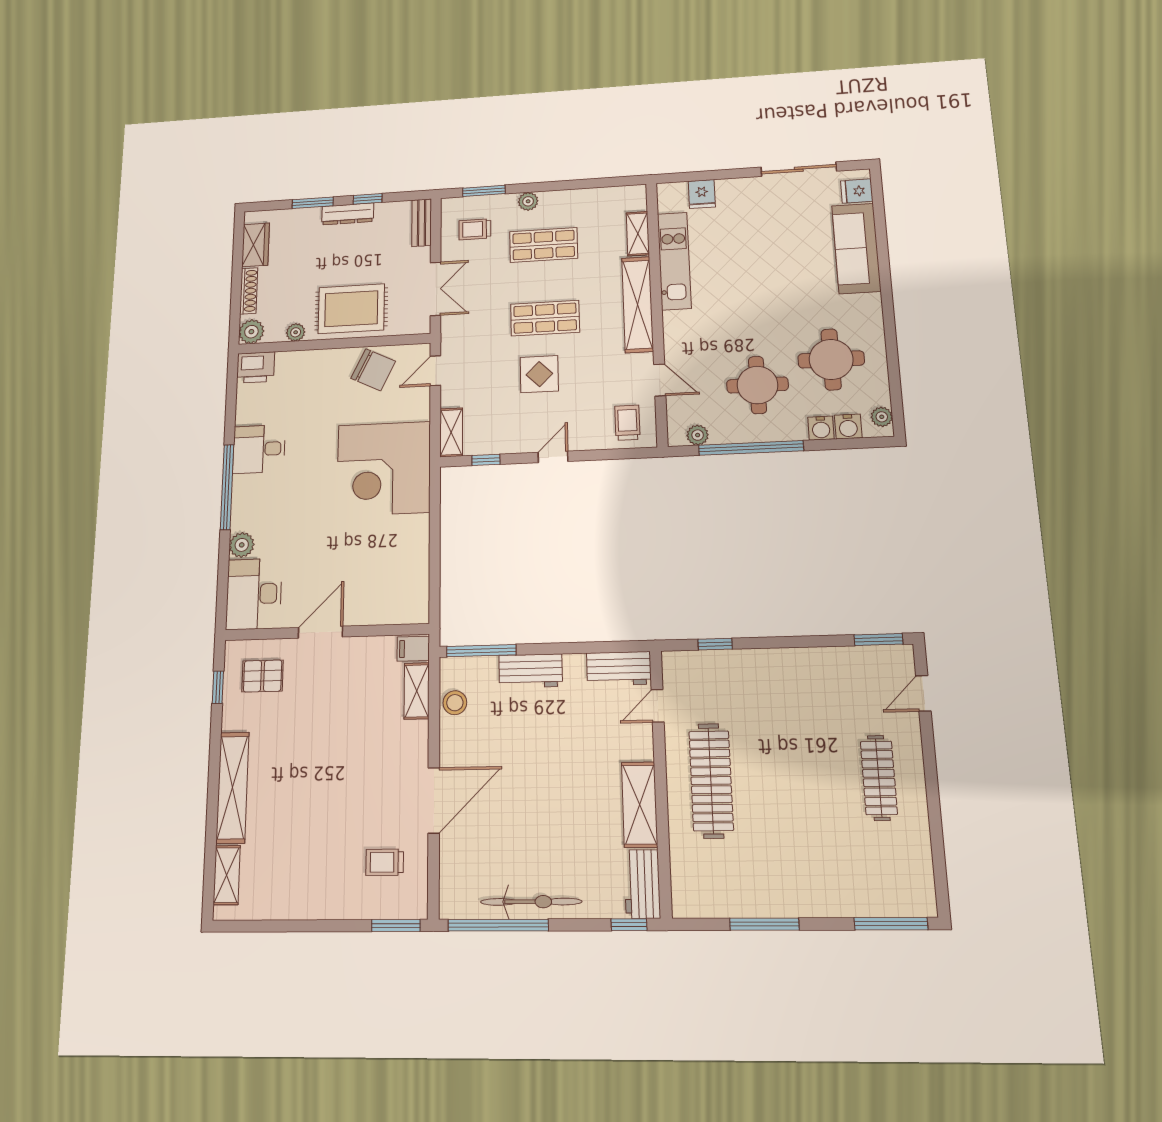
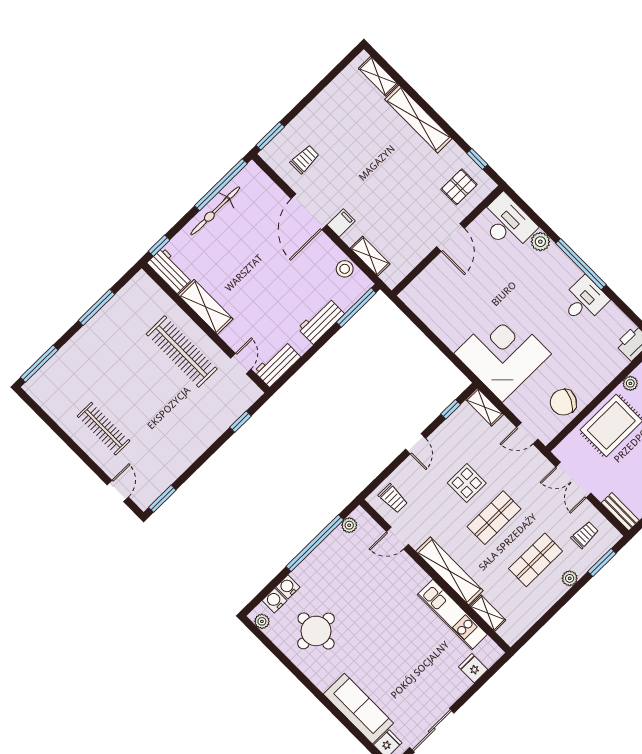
door: (435, 371) -> (527, 433), swing flipped
round table: (757, 385) -> (342, 582), removed
filing cabinet: (413, 649) -> (341, 223), moved

